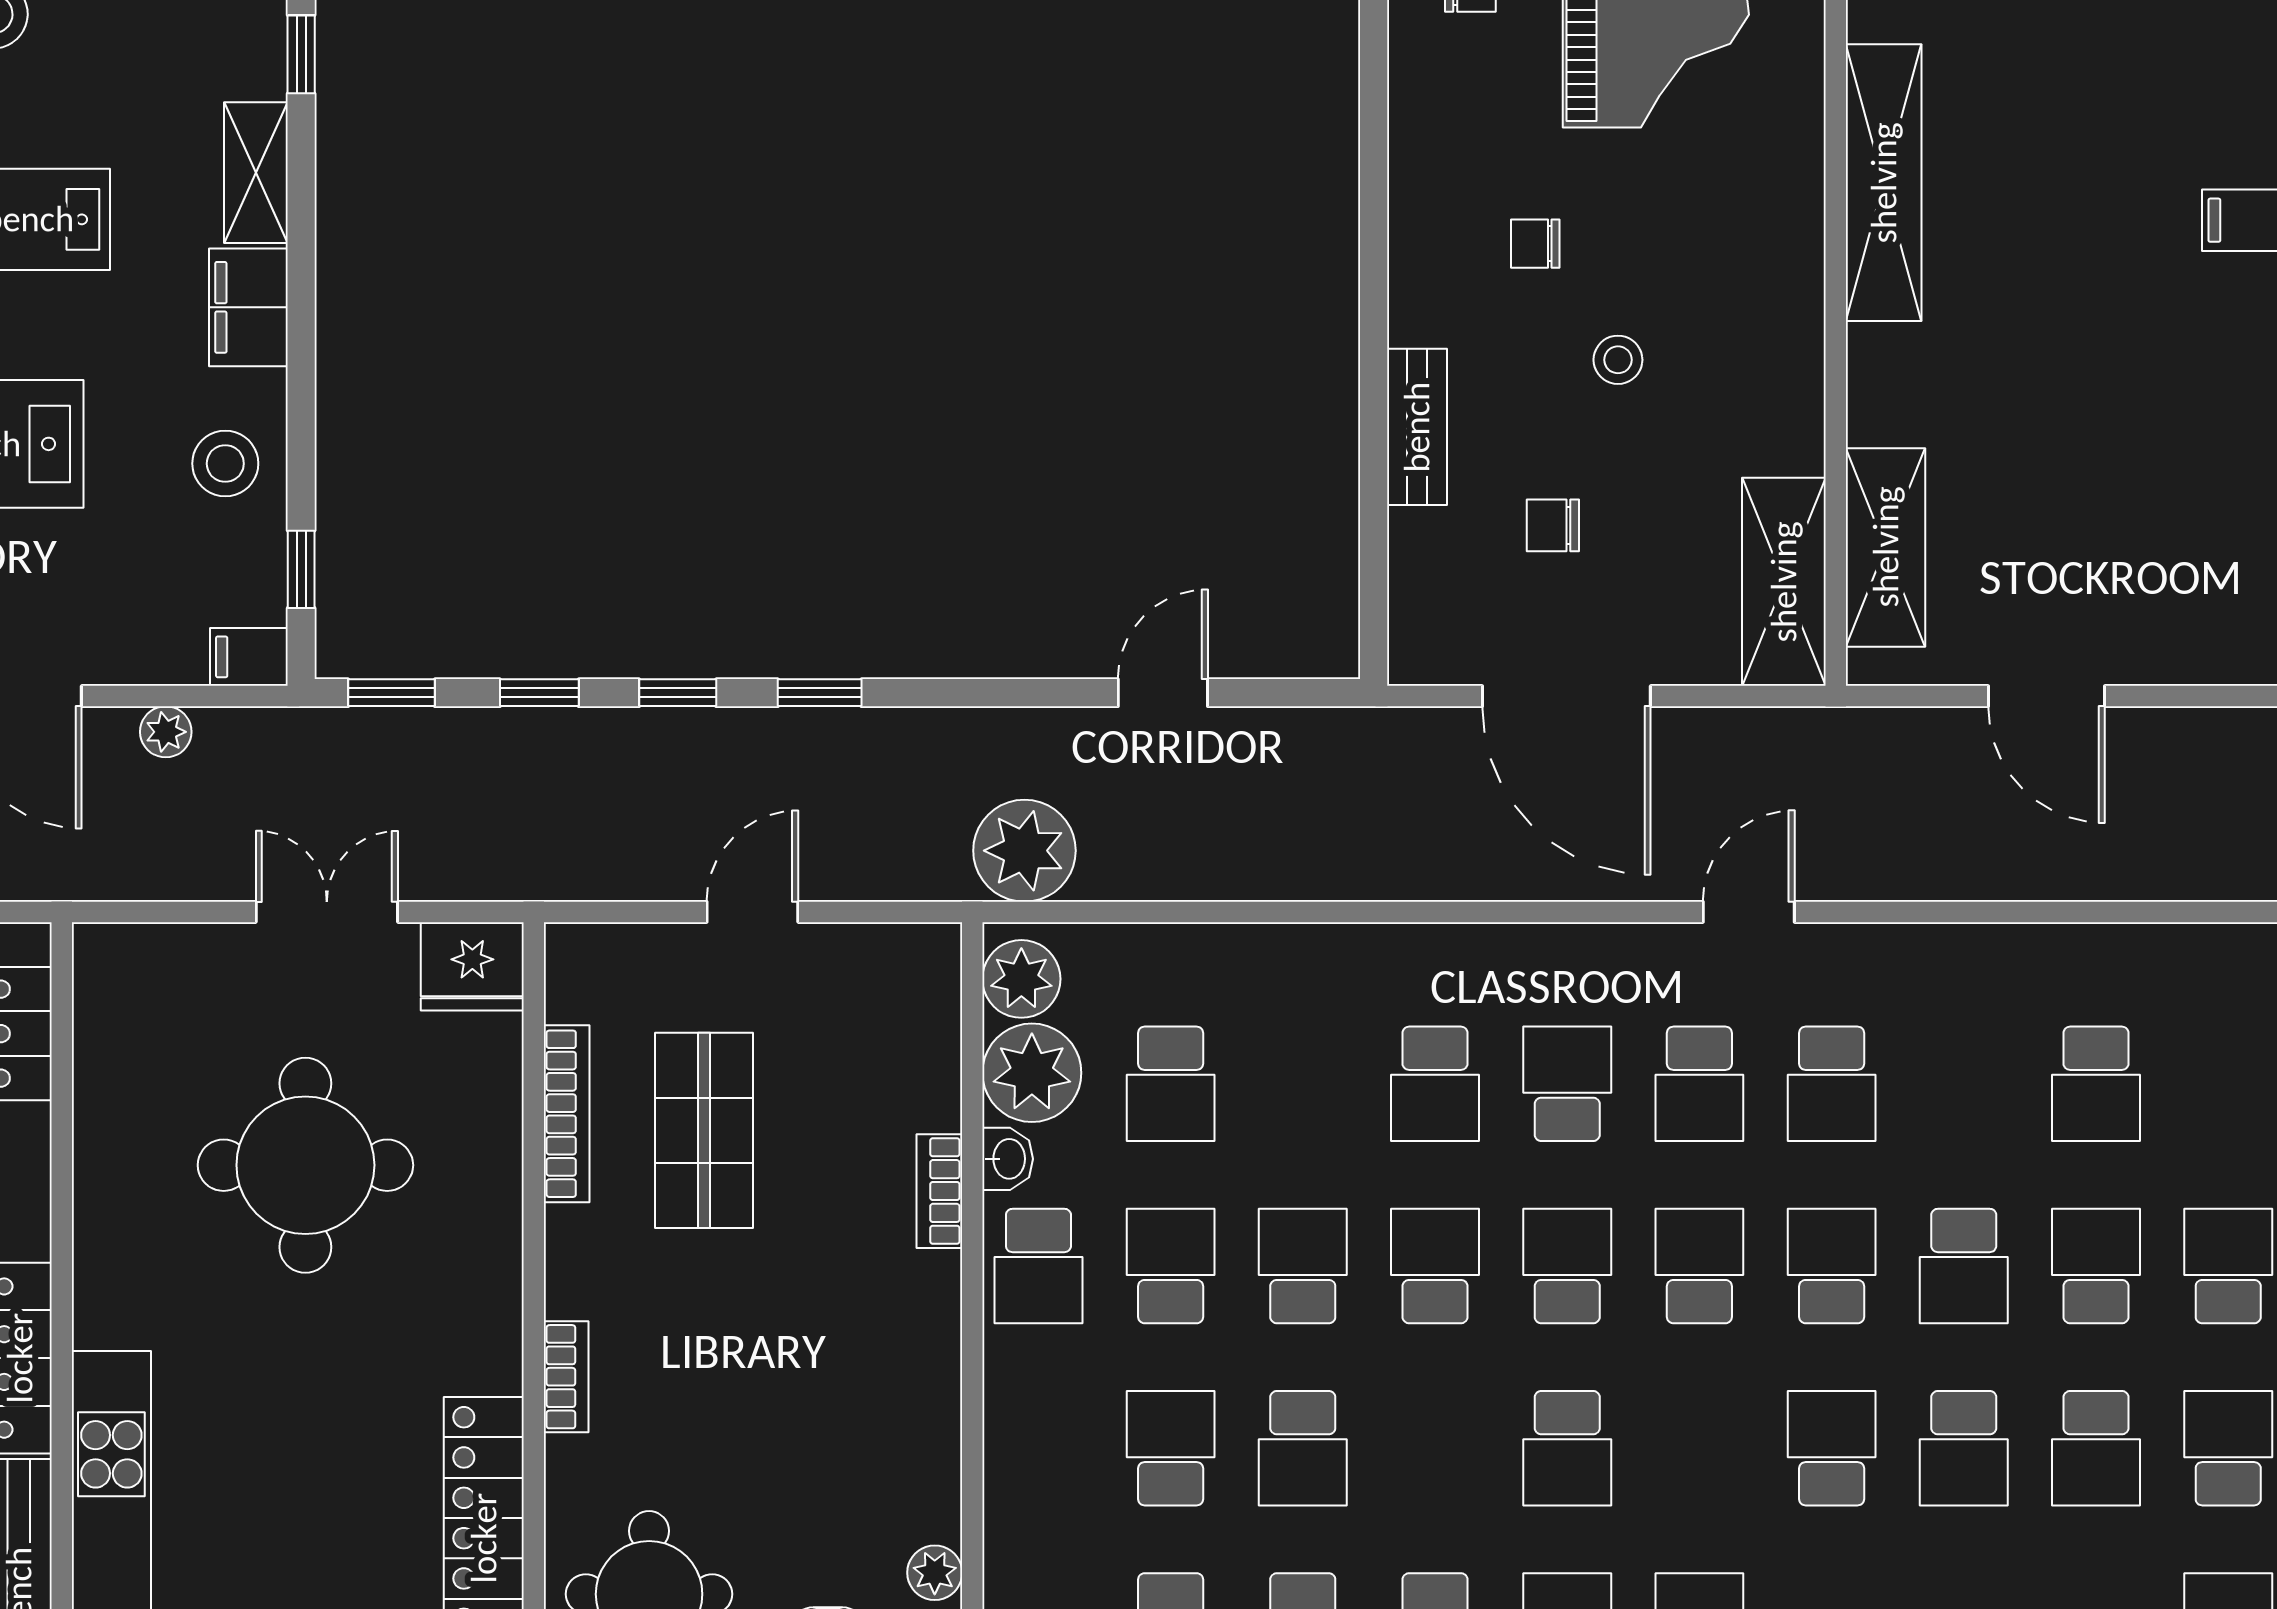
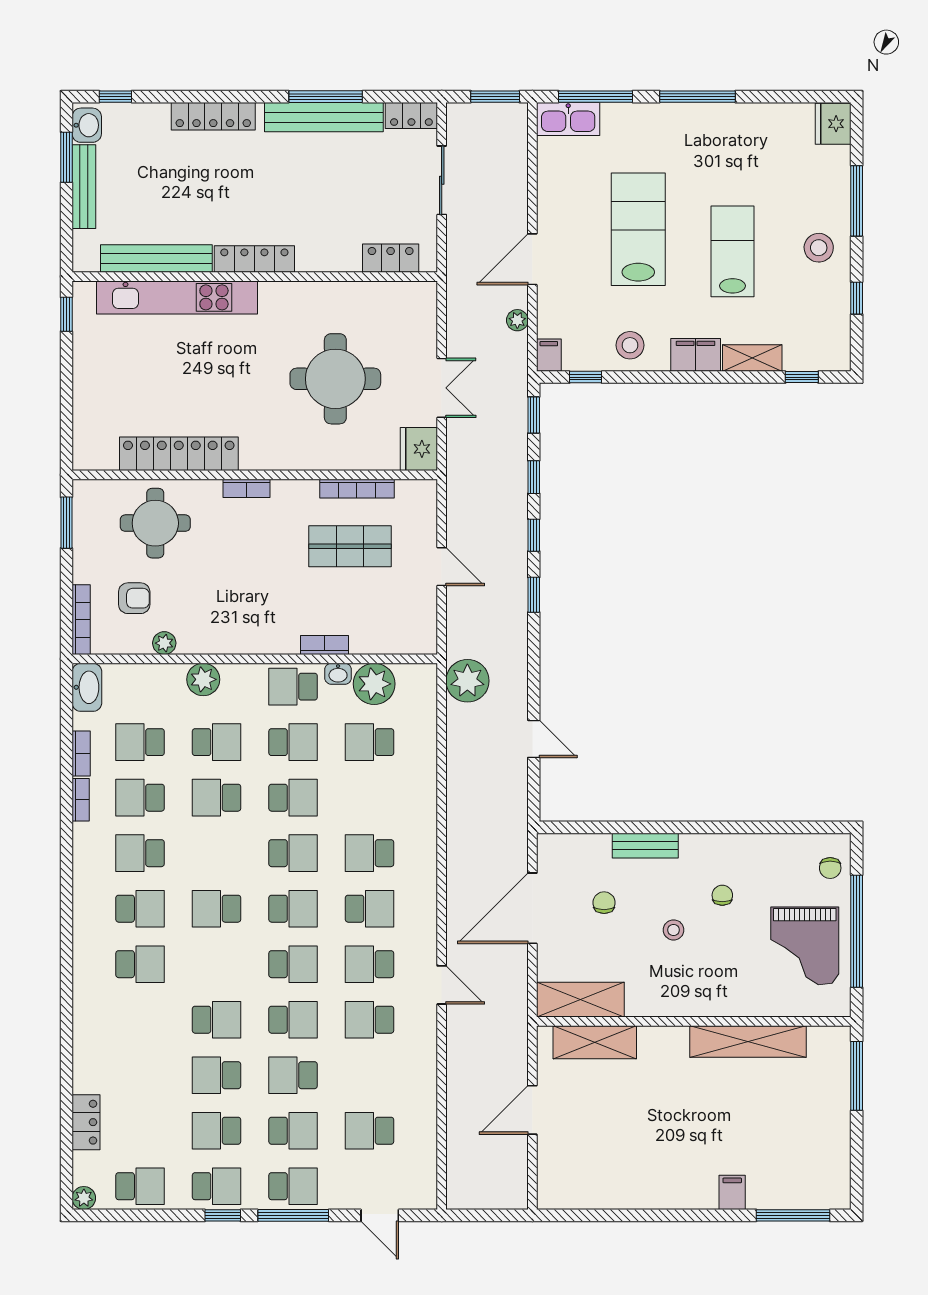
plant: (1021, 979) -> (203, 679), moved

